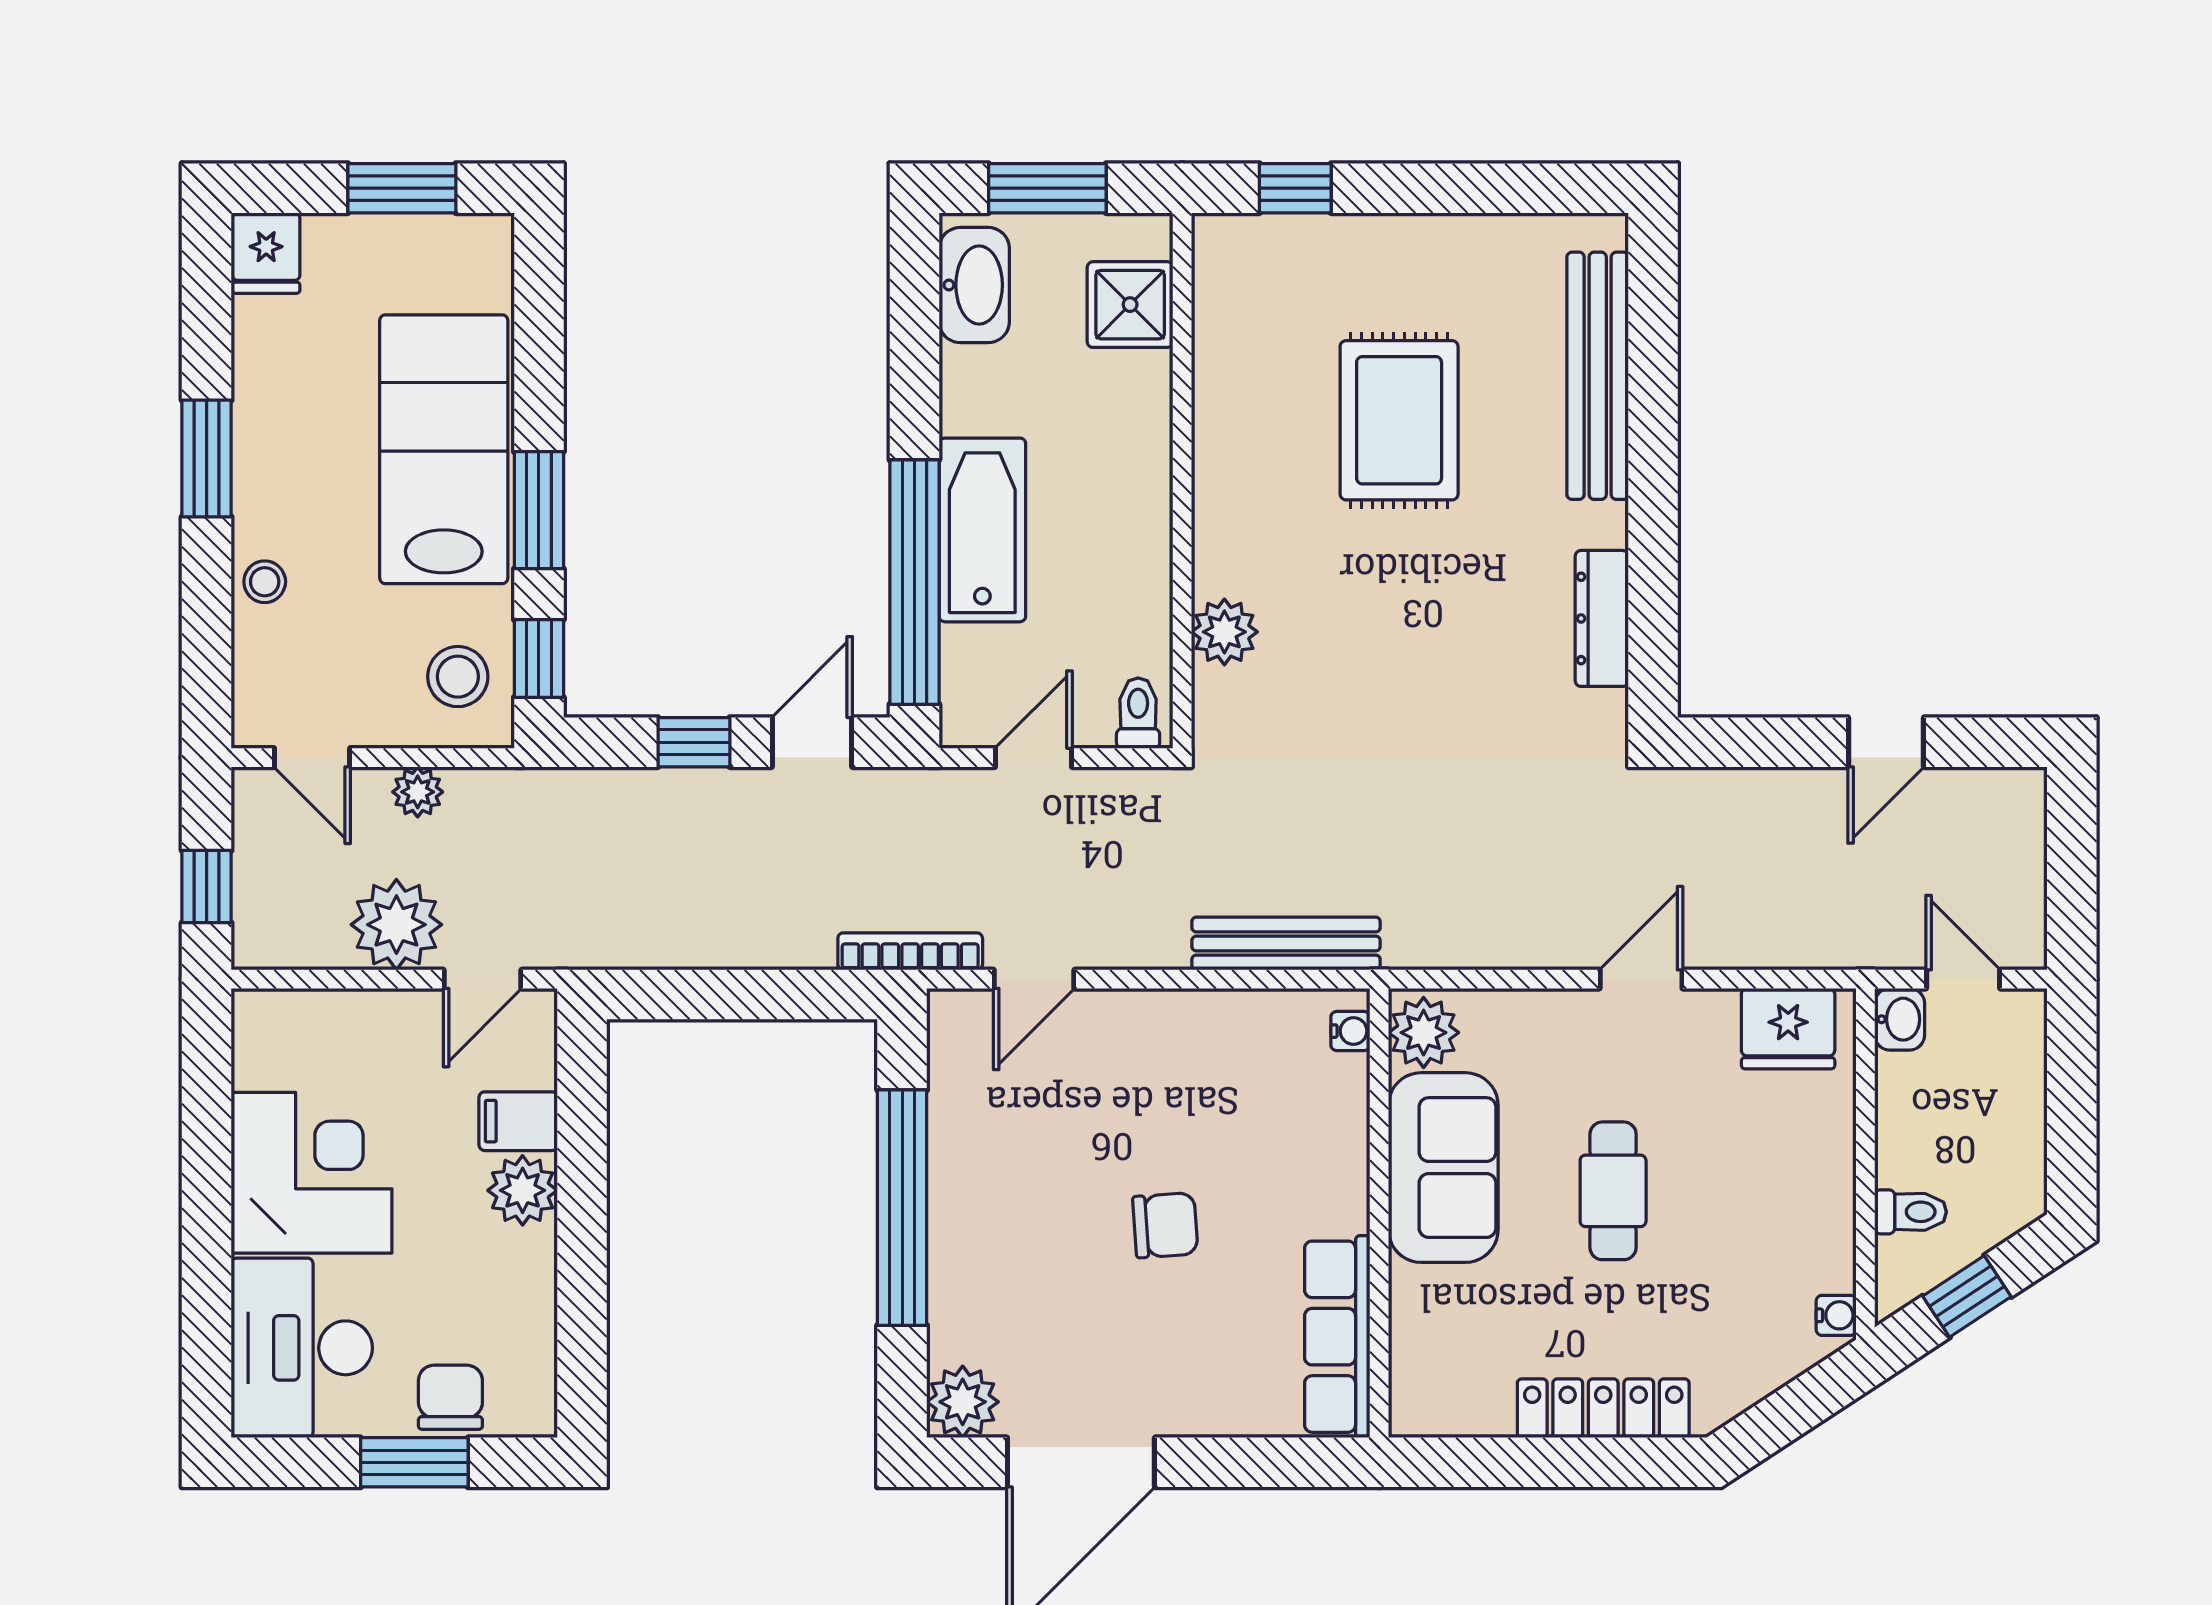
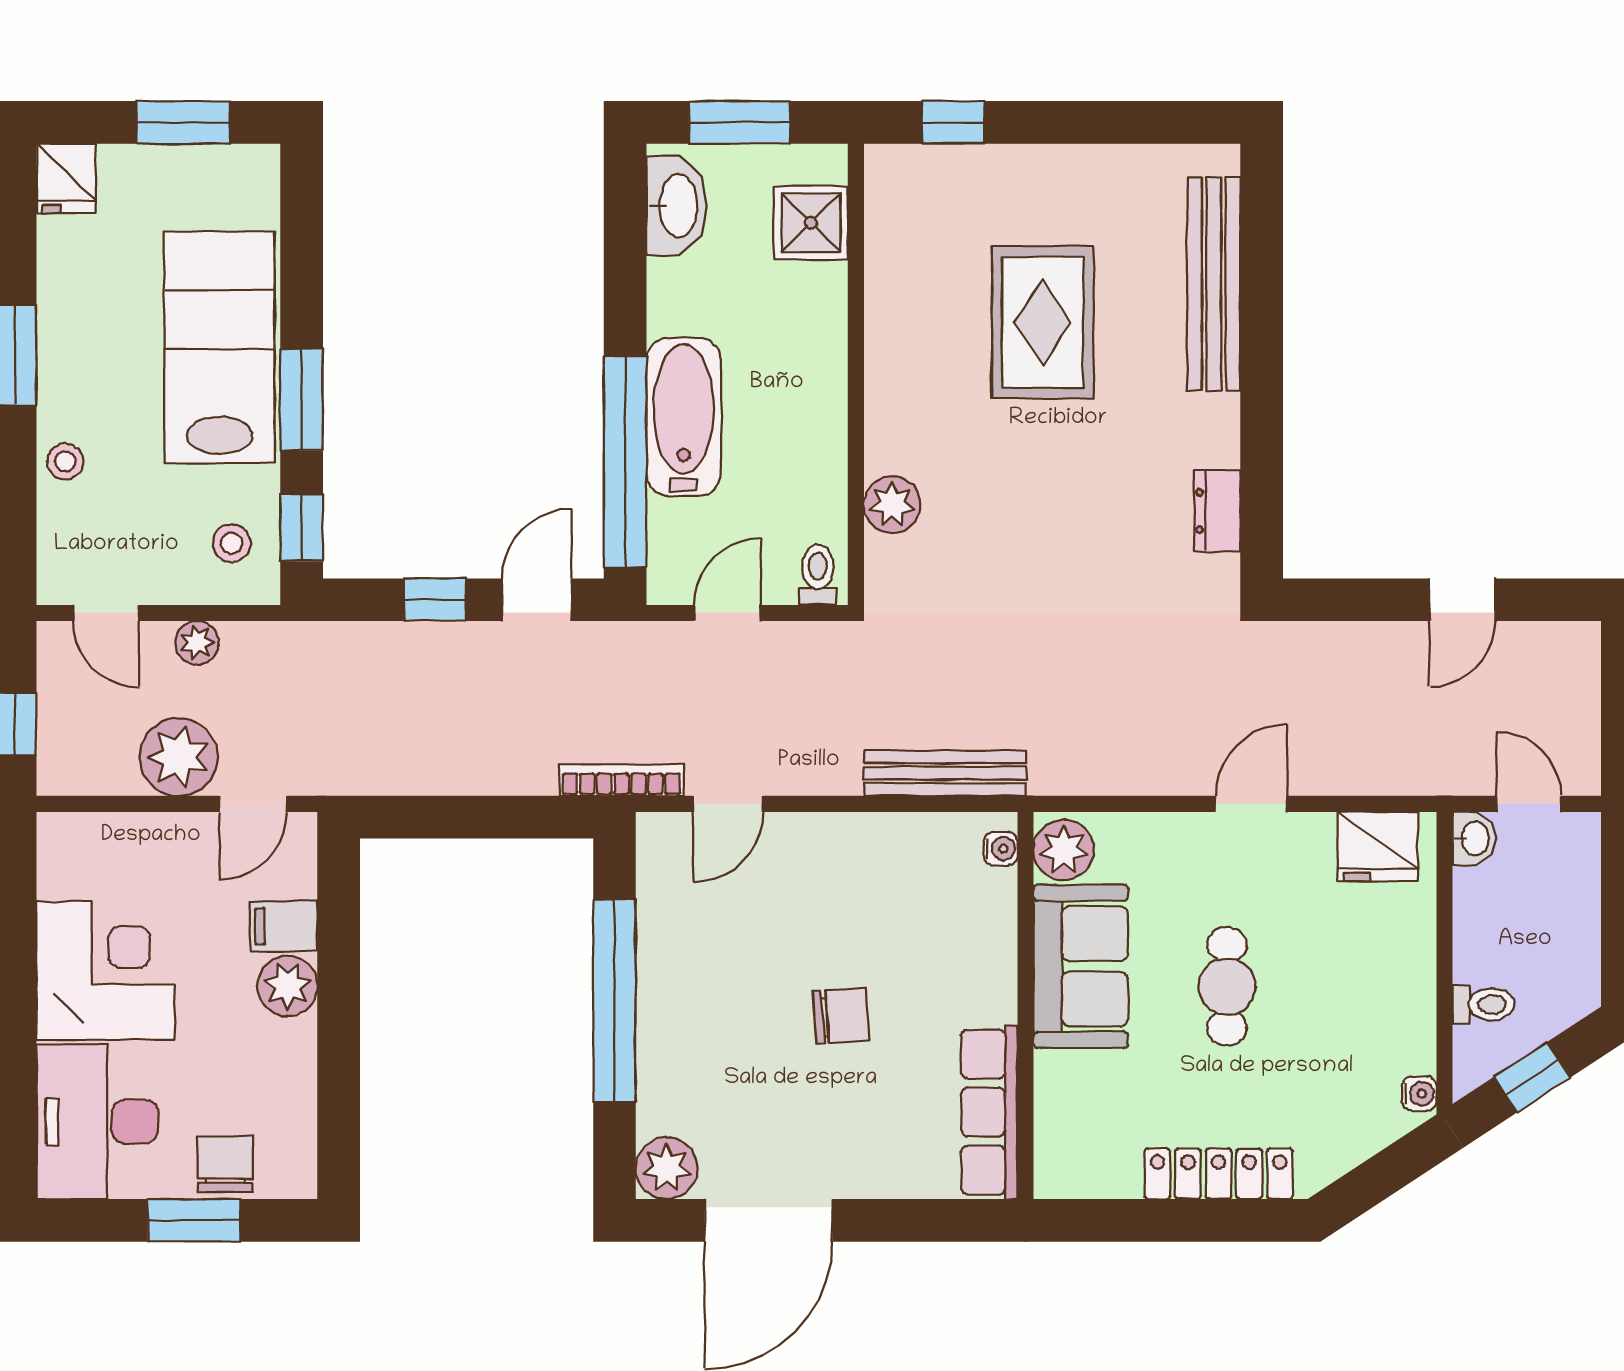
dresser: (1602, 618) -> (1217, 511), width x0.70
stool: (458, 677) -> (232, 543), width x0.73, depth x0.73

